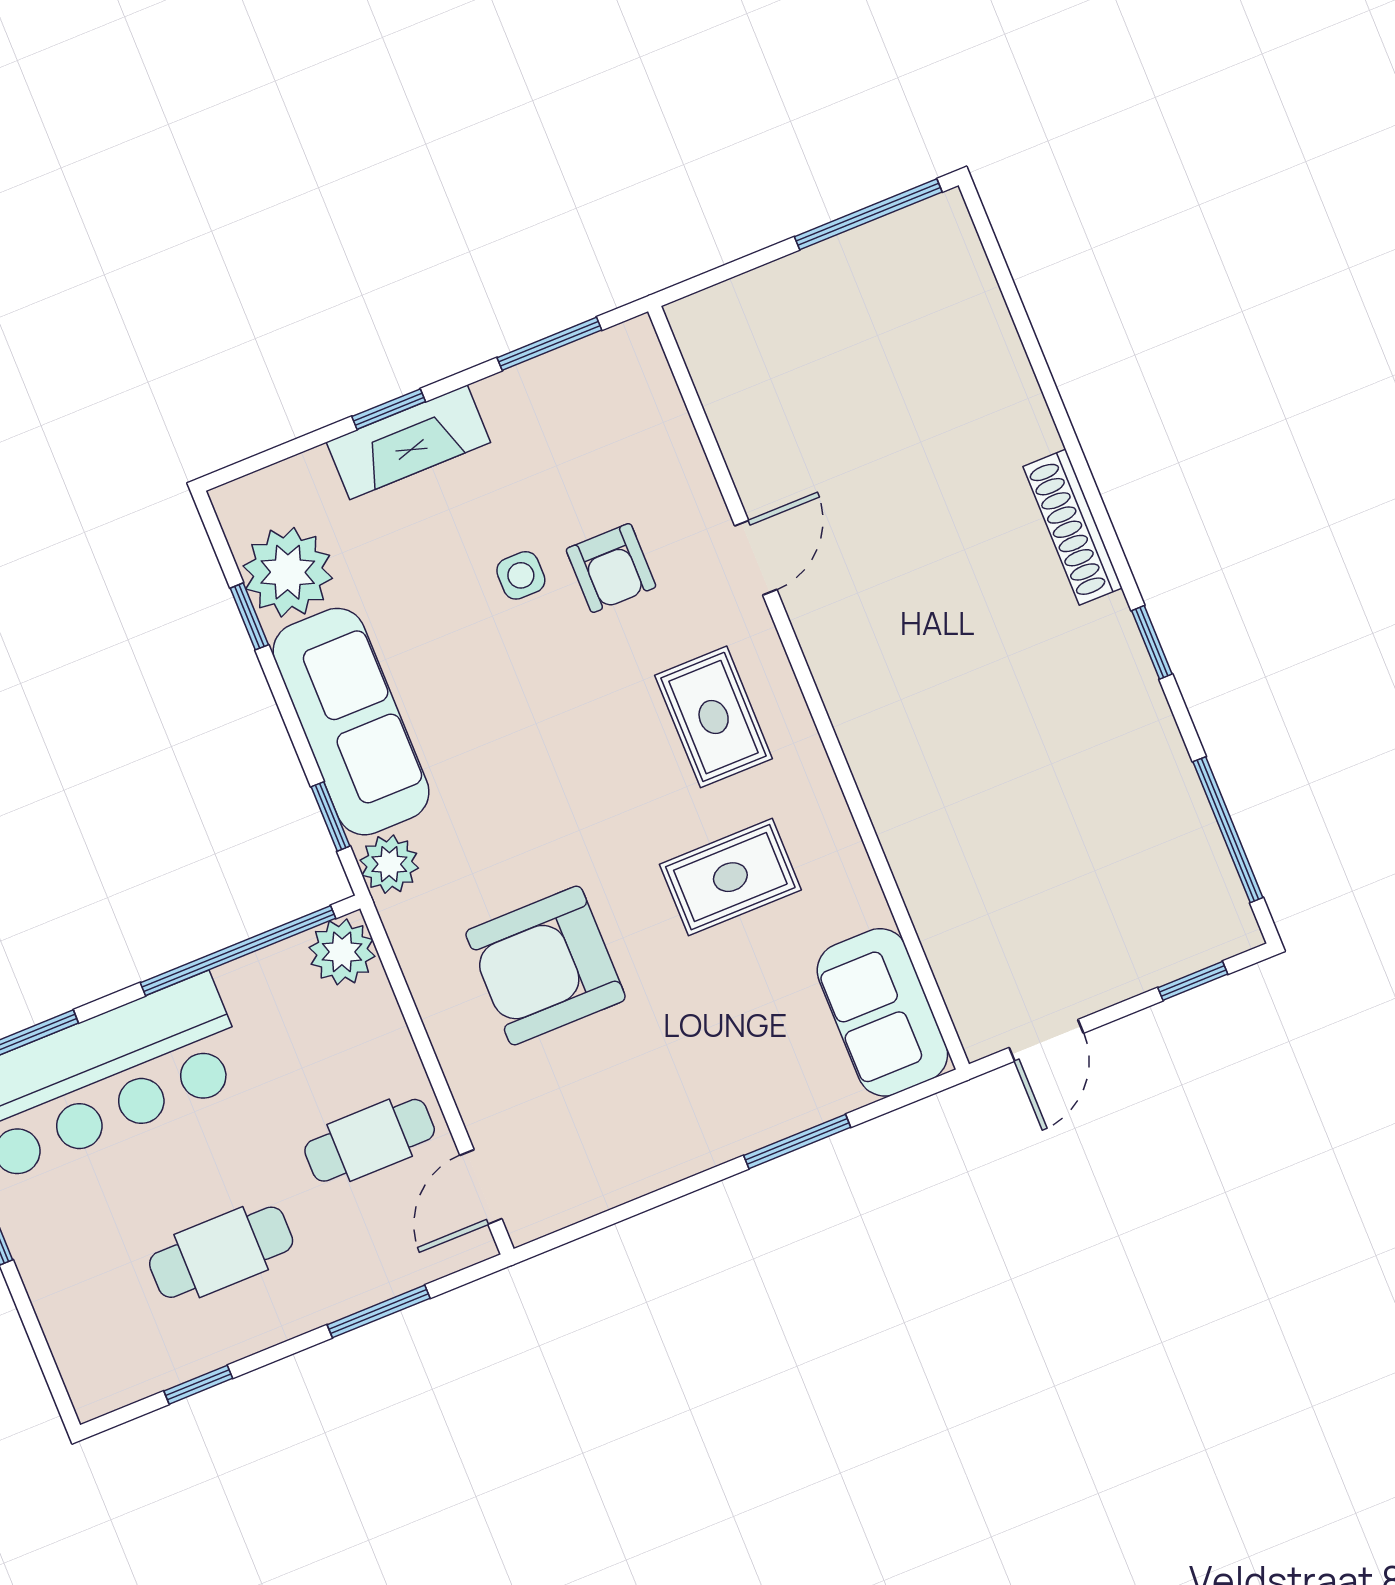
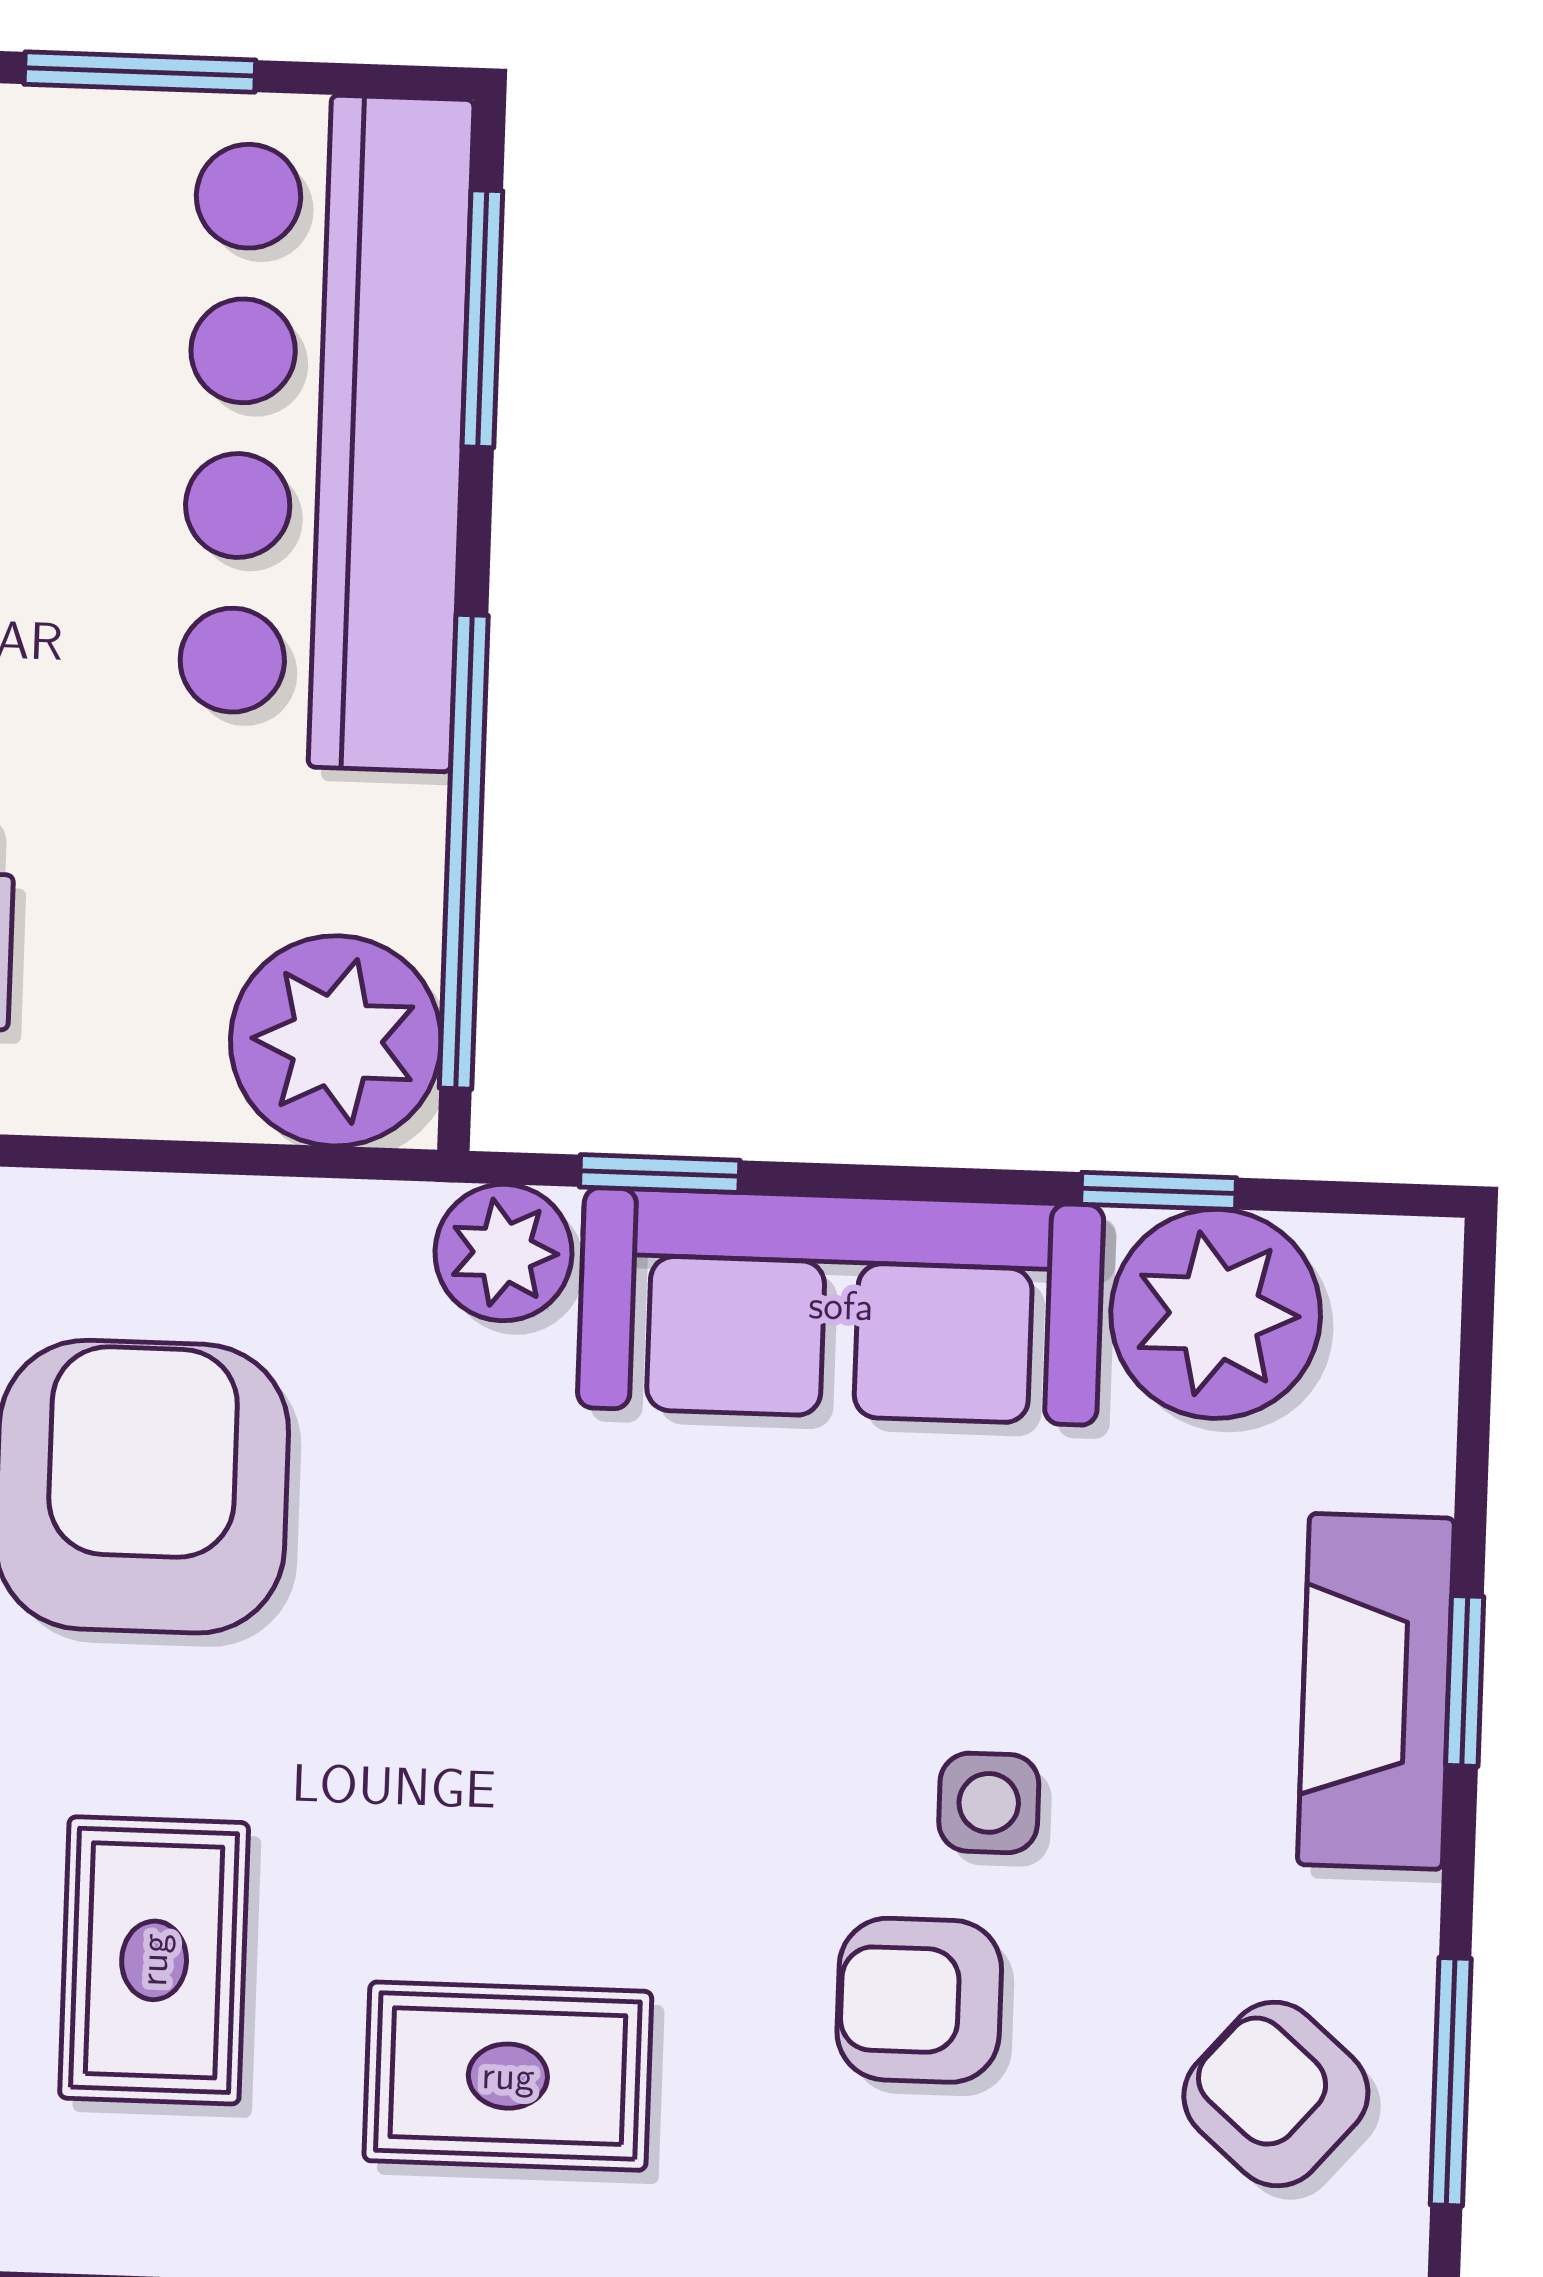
armchair: (585, 411) -> (1276, 2094), added
plant: (342, 952) -> (336, 1041), width x1.36, depth x1.36

